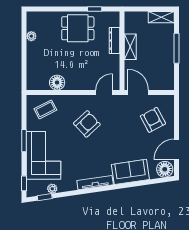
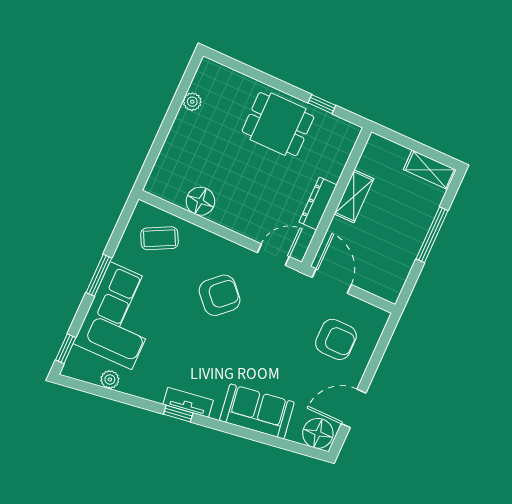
dresser: (114, 41) -> (318, 204), moved
armchair: (153, 120) -> (336, 339), turned 118
tv unit: (95, 183) -> (188, 402), width x0.71
window: (45, 197) -> (178, 414), moved

